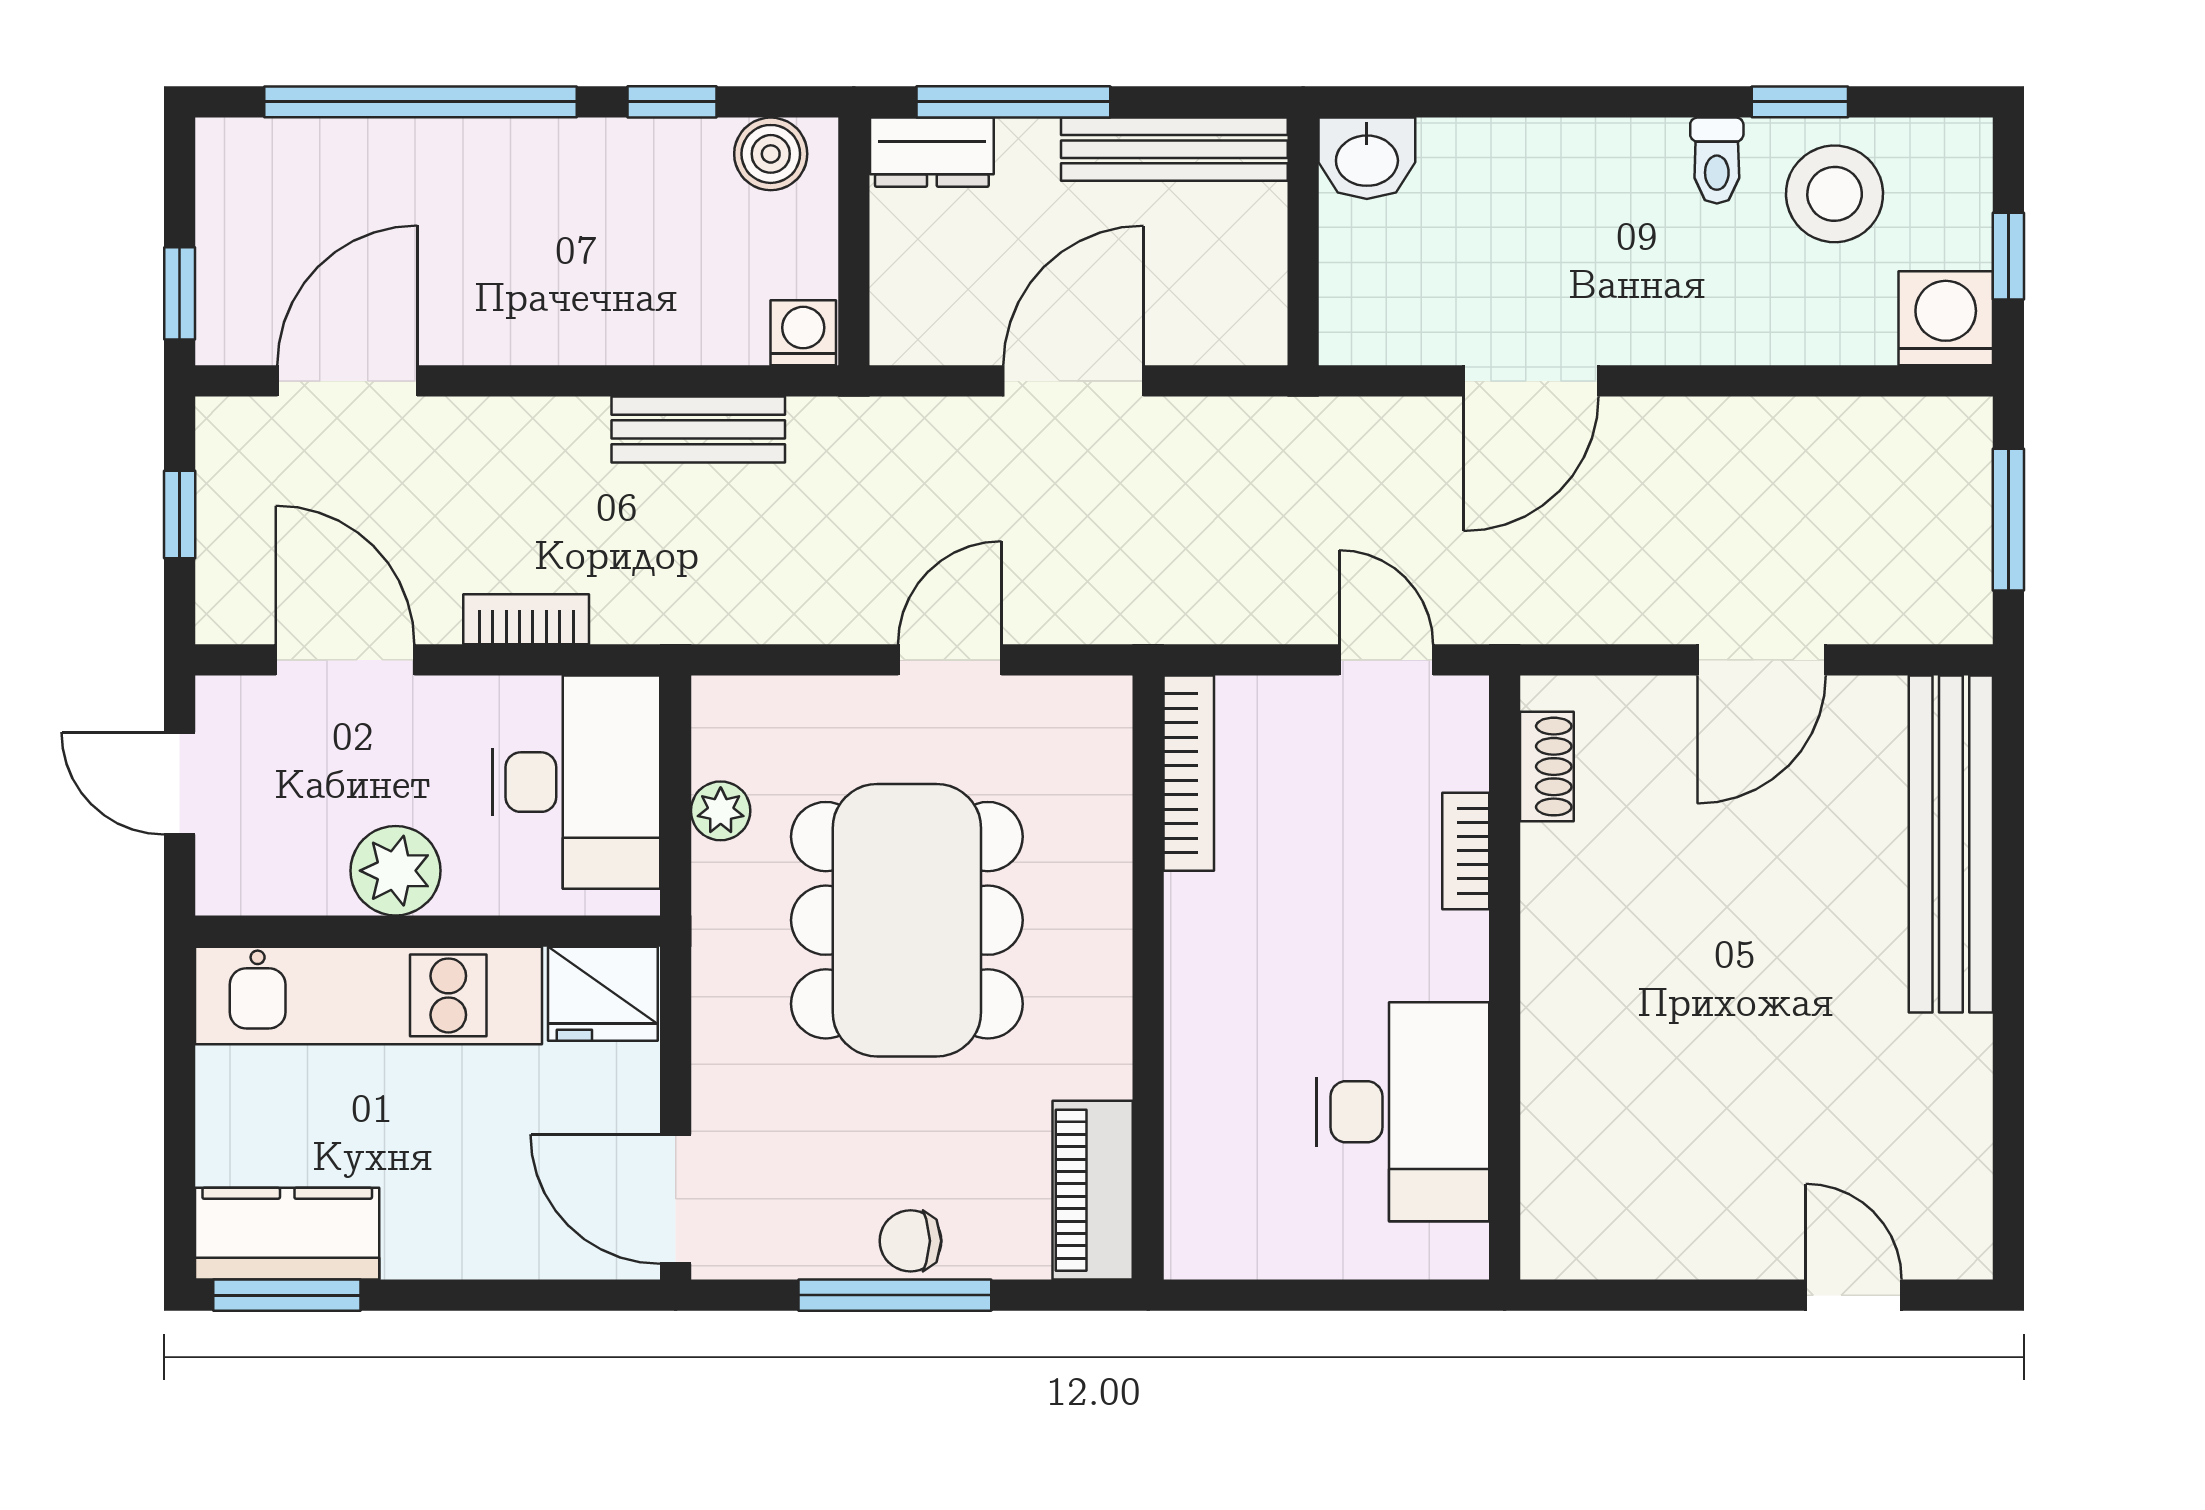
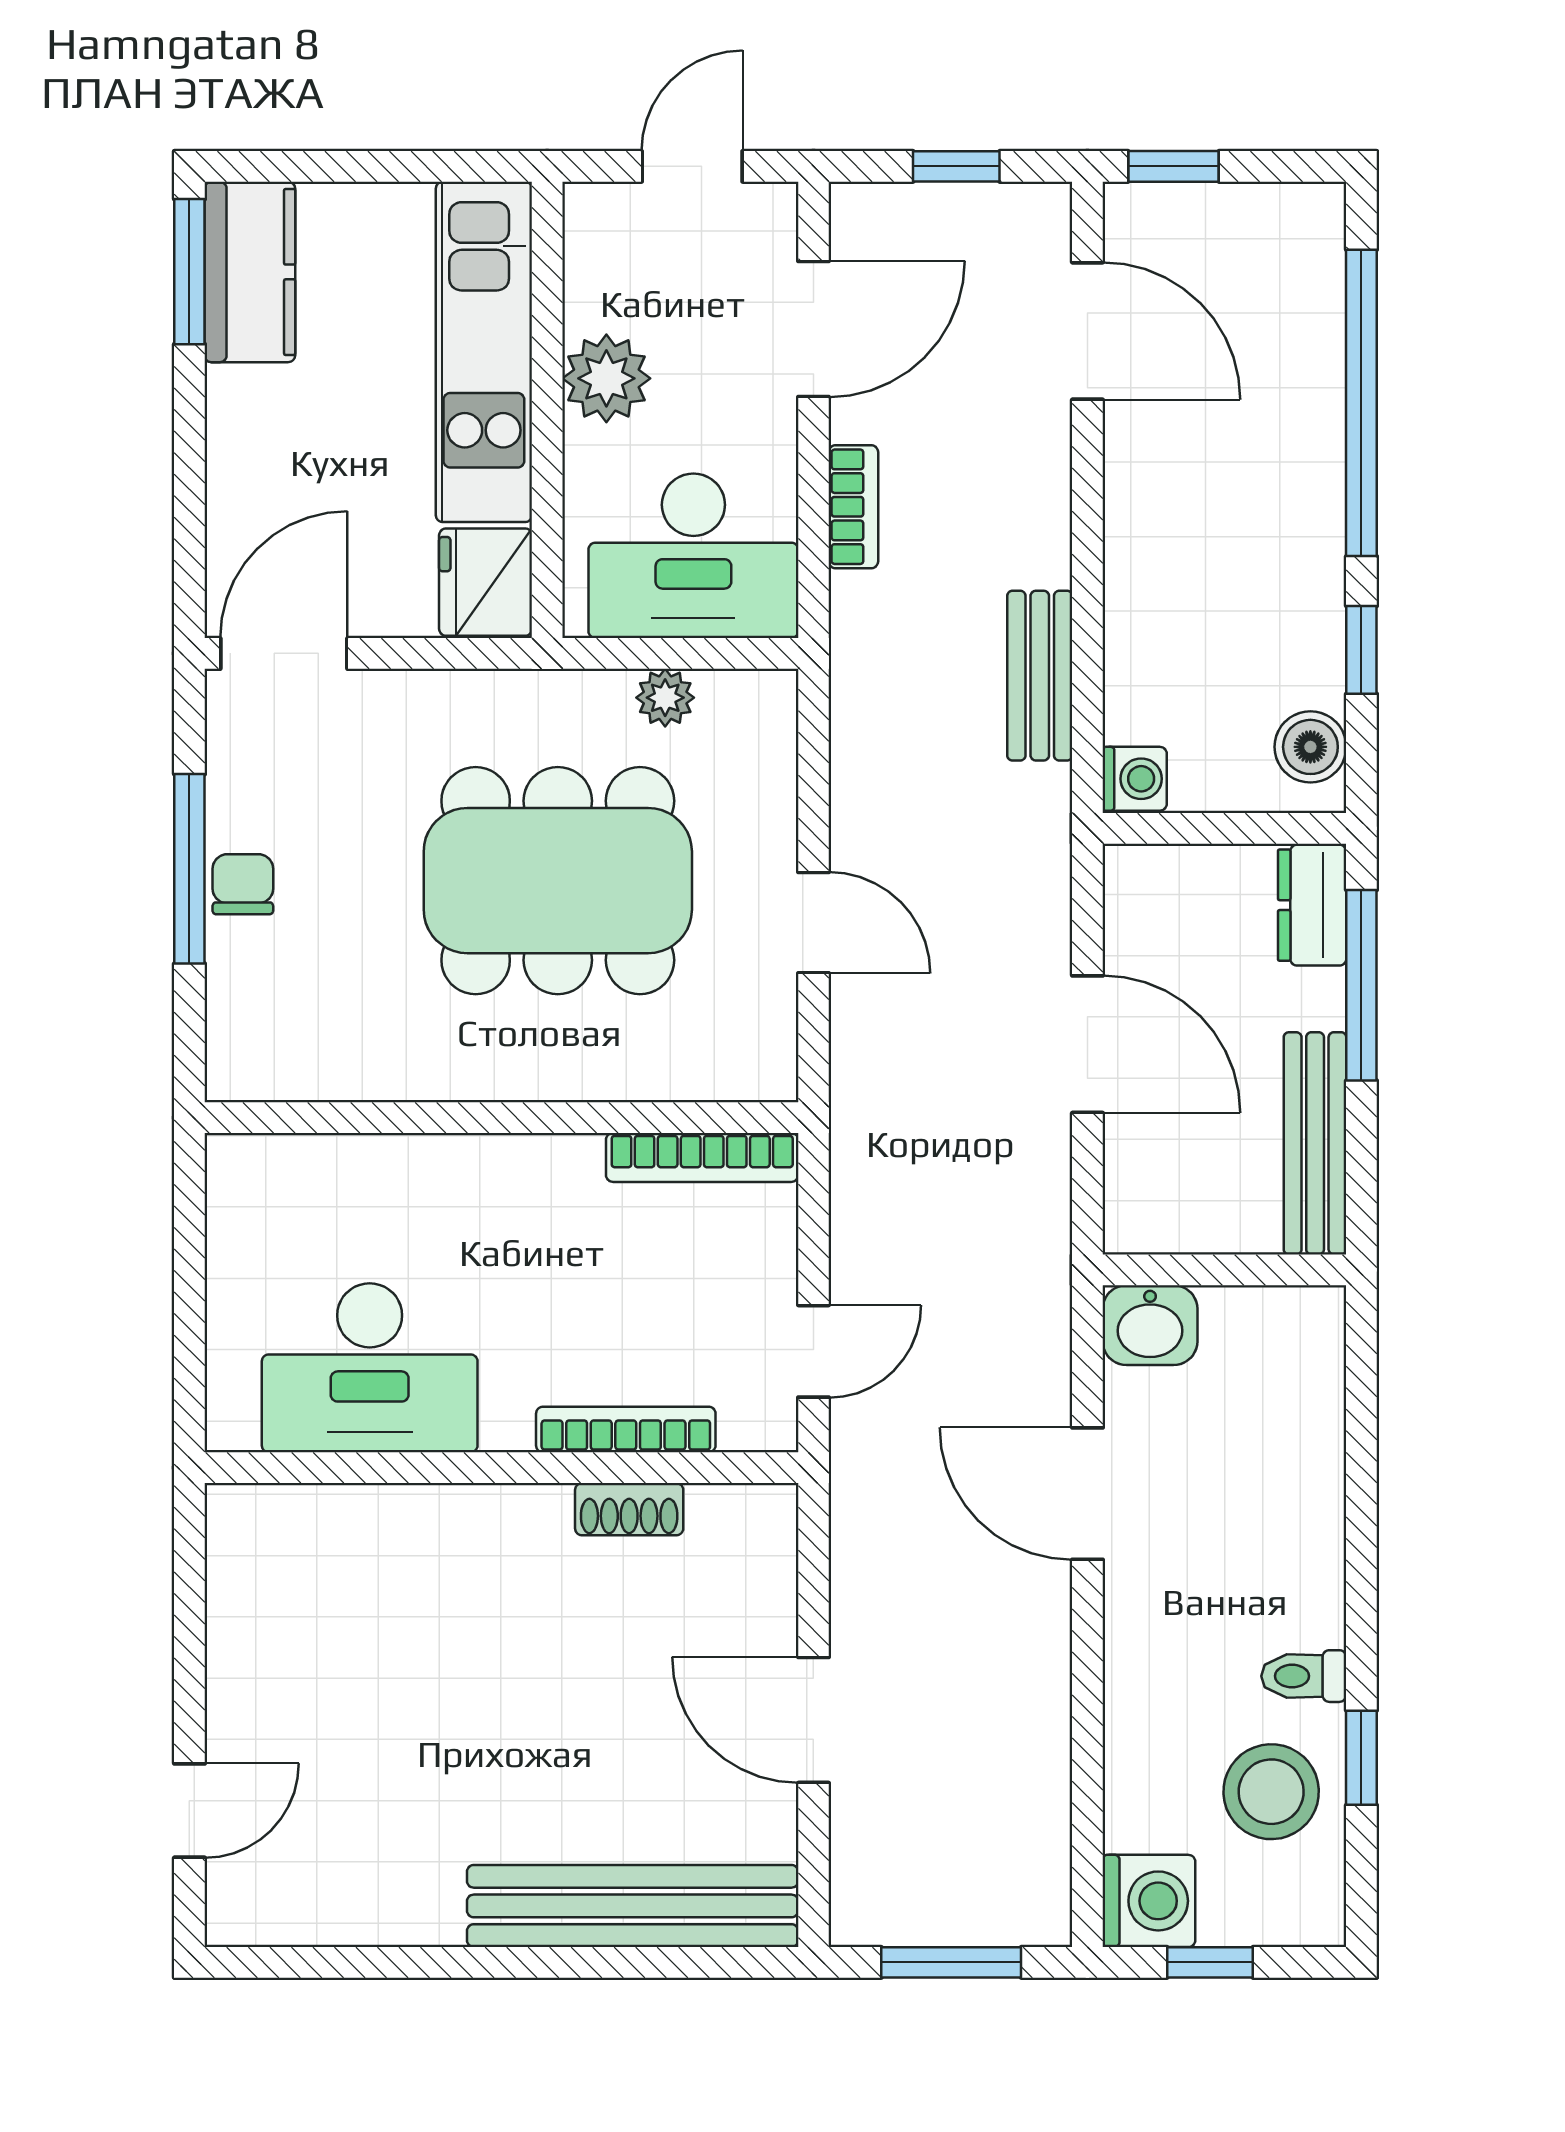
washbasin: (1367, 158) -> (1150, 1325), moved, turned -90
shoe rack: (1547, 767) -> (629, 1509), moved
bookcase: (1466, 851) -> (626, 1430), width x1.56
piano: (1093, 1190) -> (293, 1063), removed

